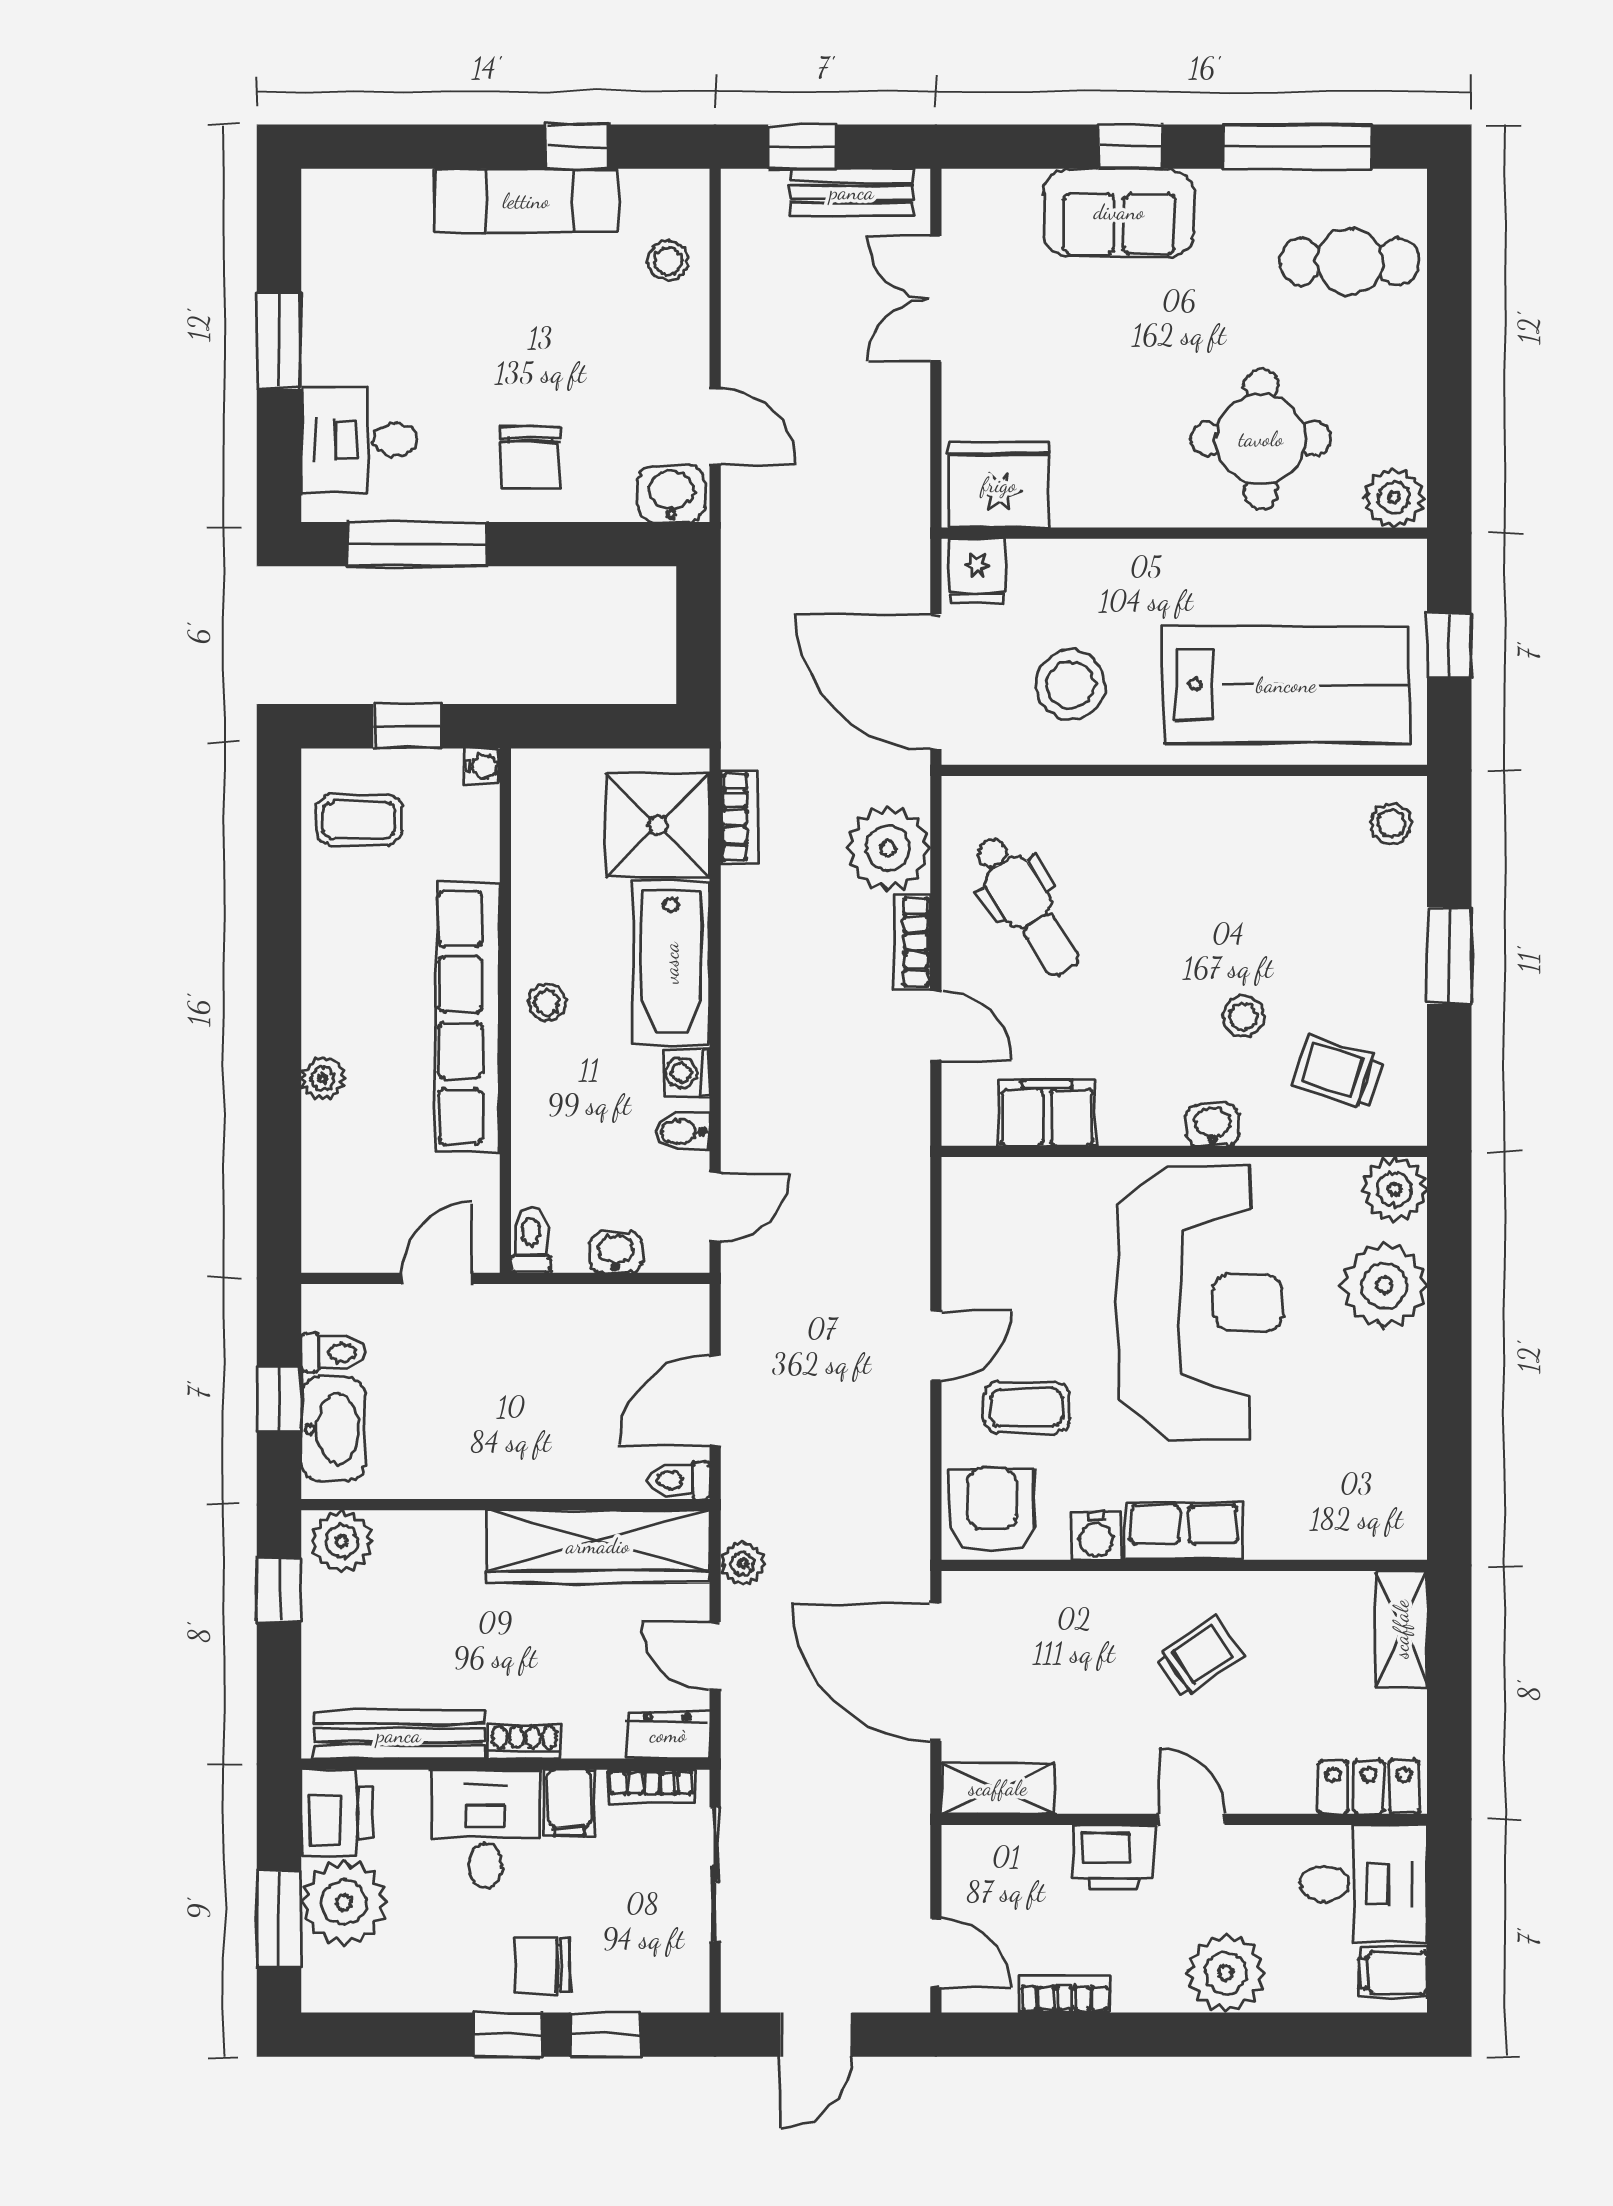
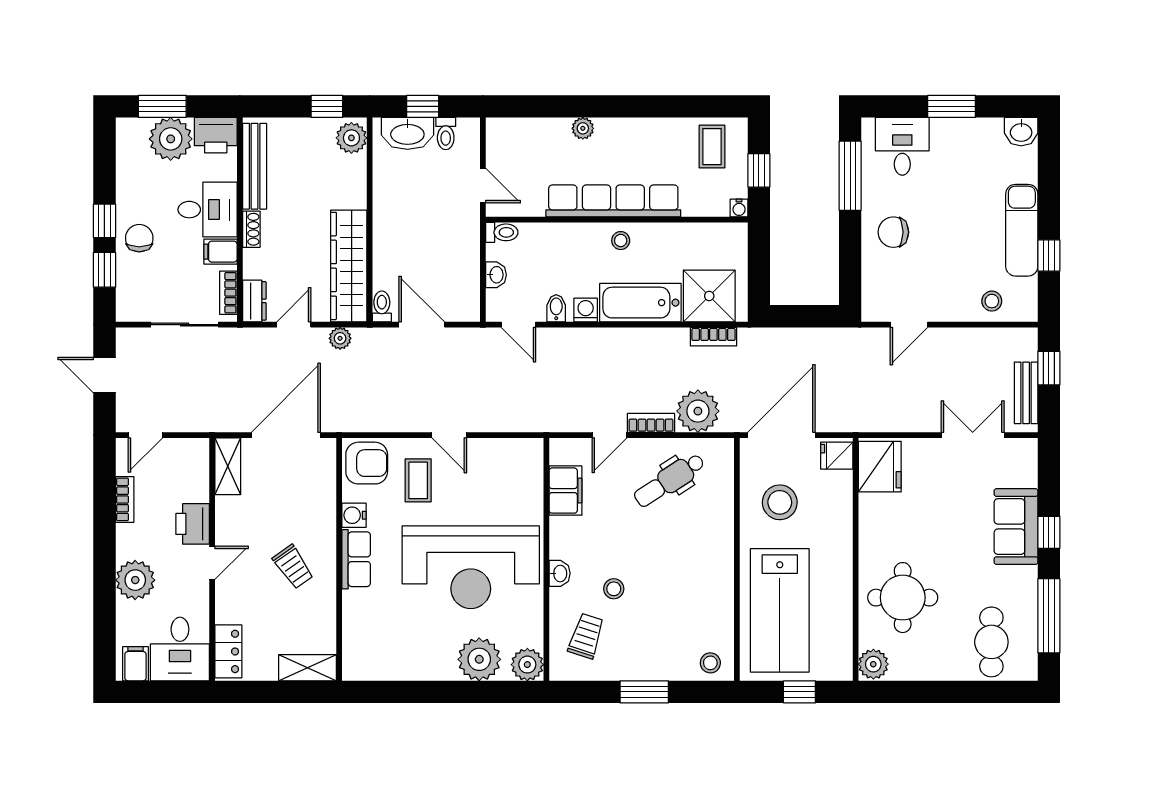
washbasin: (671, 494) -> (1021, 132), moved, turned 90

